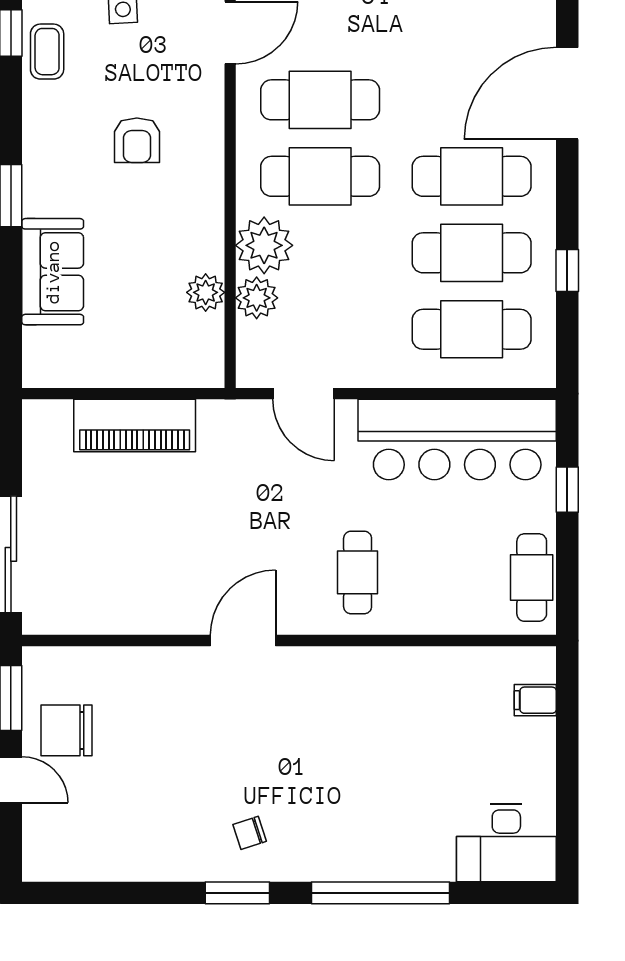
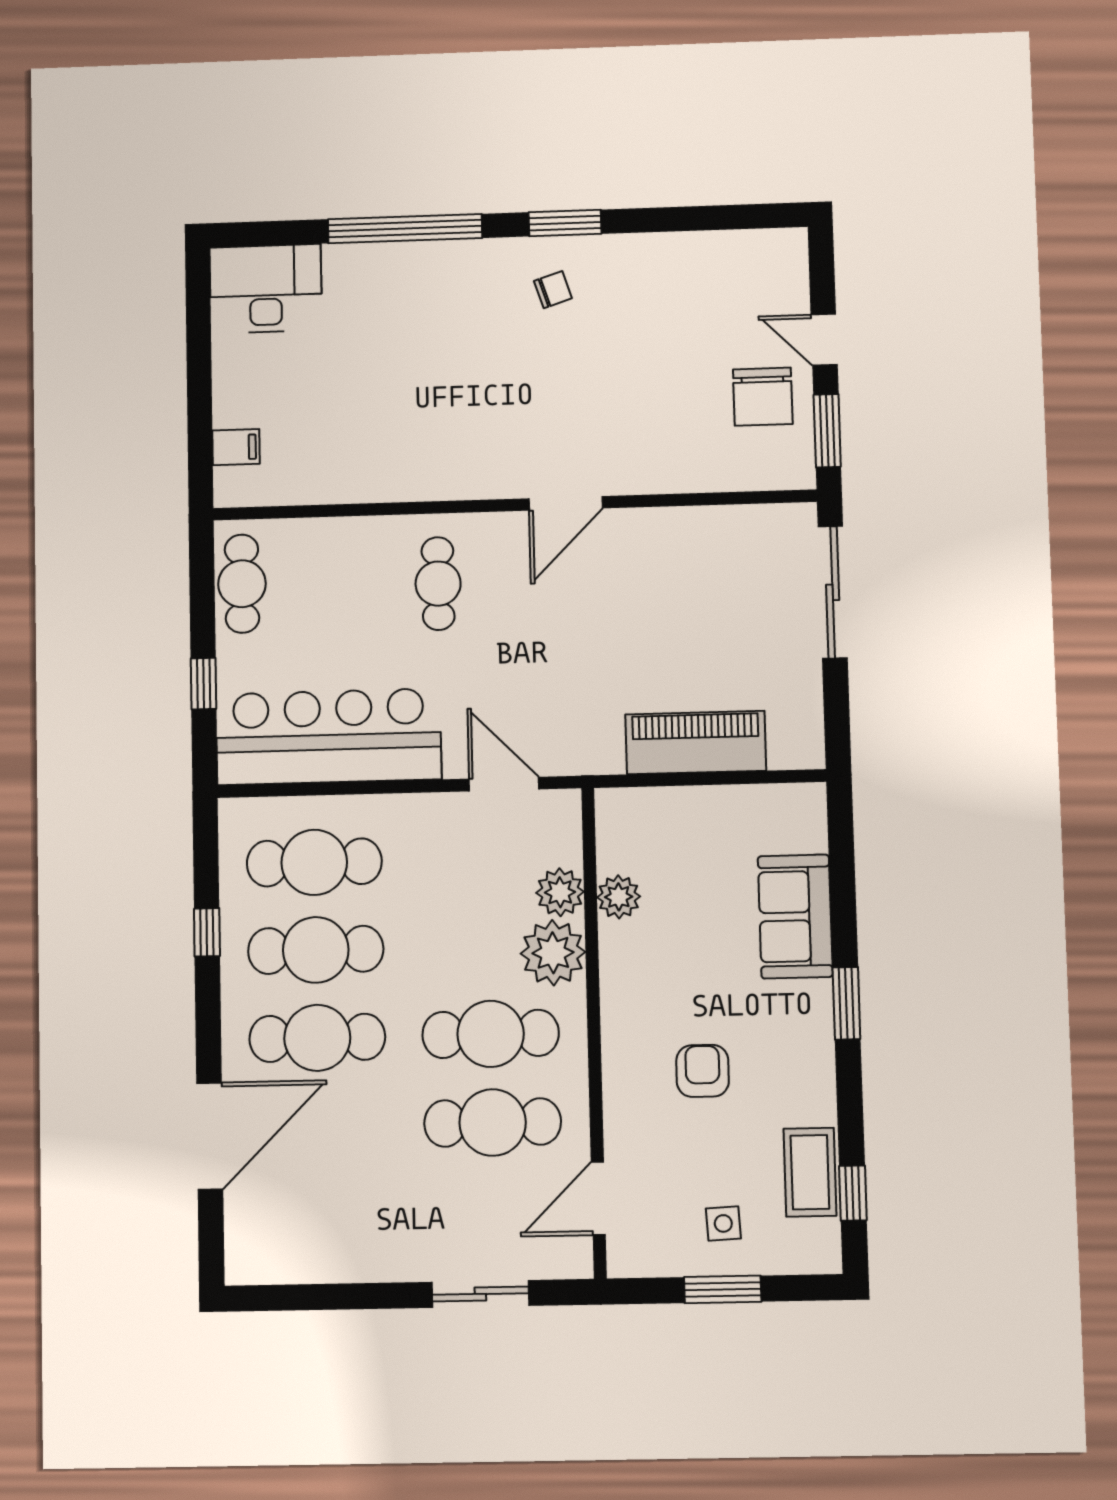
coffee table: (47, 52) -> (810, 1172), width x1.36, depth x1.30
chair: (67, 730) -> (763, 397), turned 90

